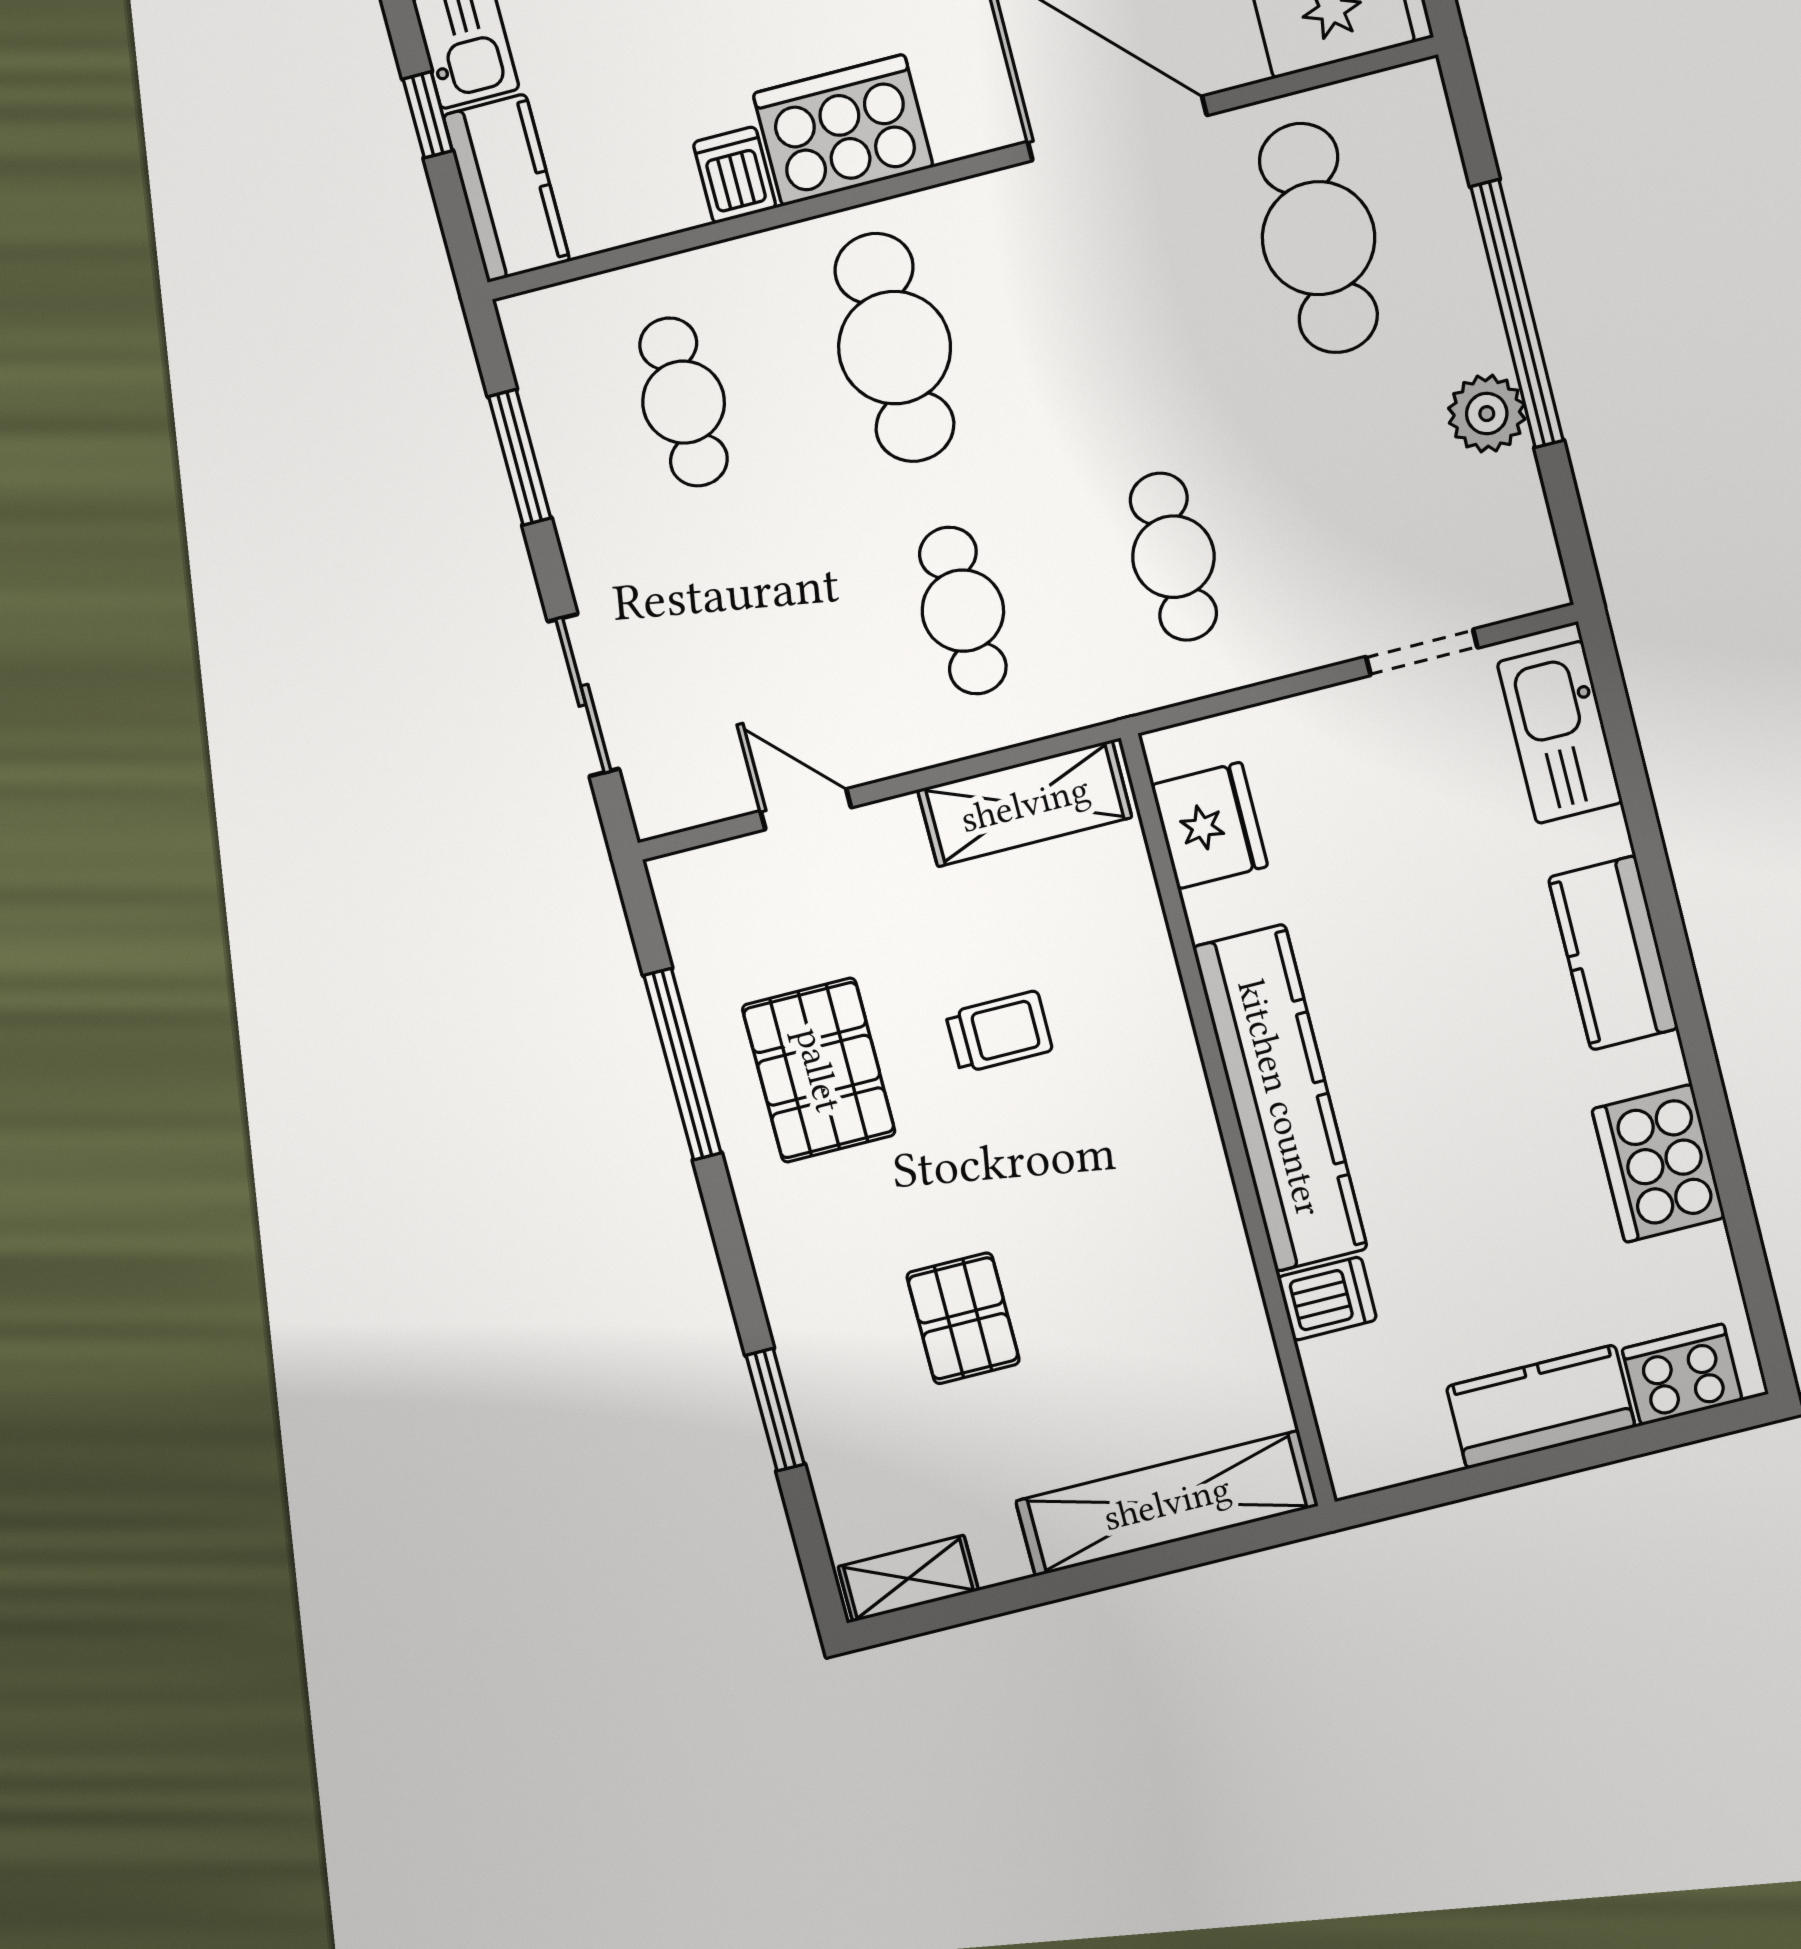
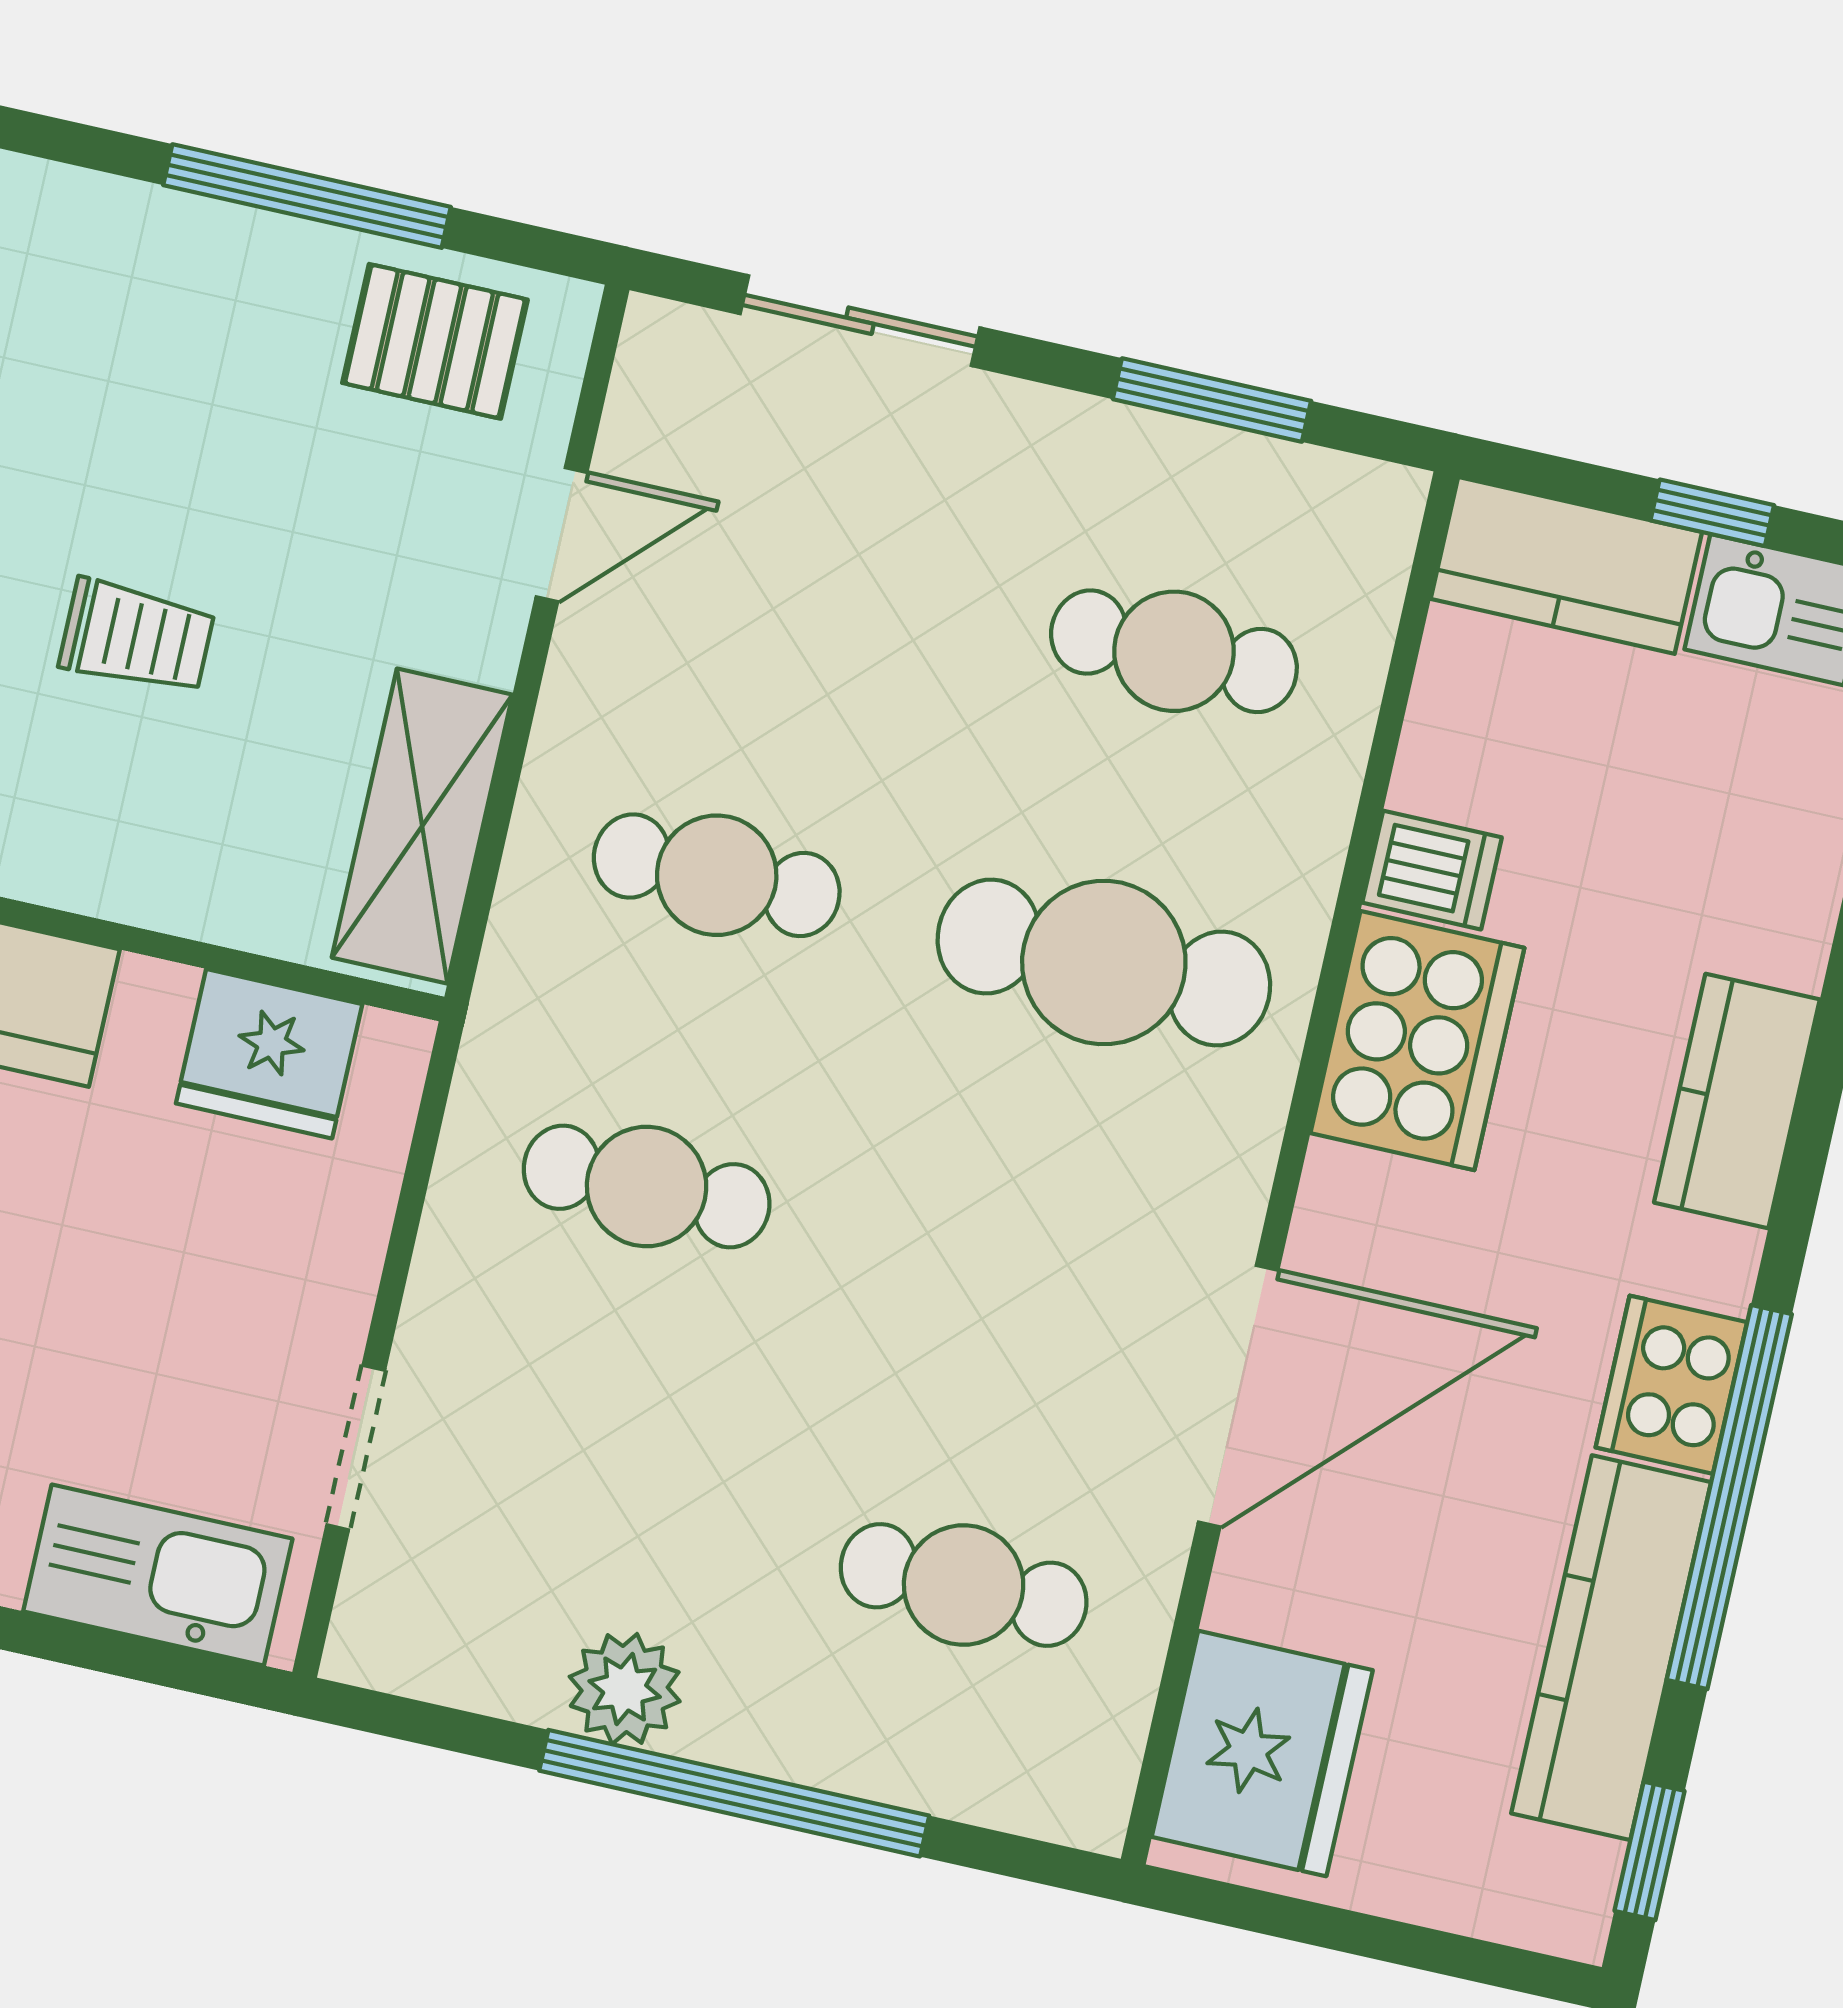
cafe table: (1319, 238) -> (964, 1585), width x0.73, depth x0.74
trolley: (999, 1032) -> (137, 637), turned -90
pallet: (819, 1070) -> (435, 341), moved, width x0.67, depth x0.71

